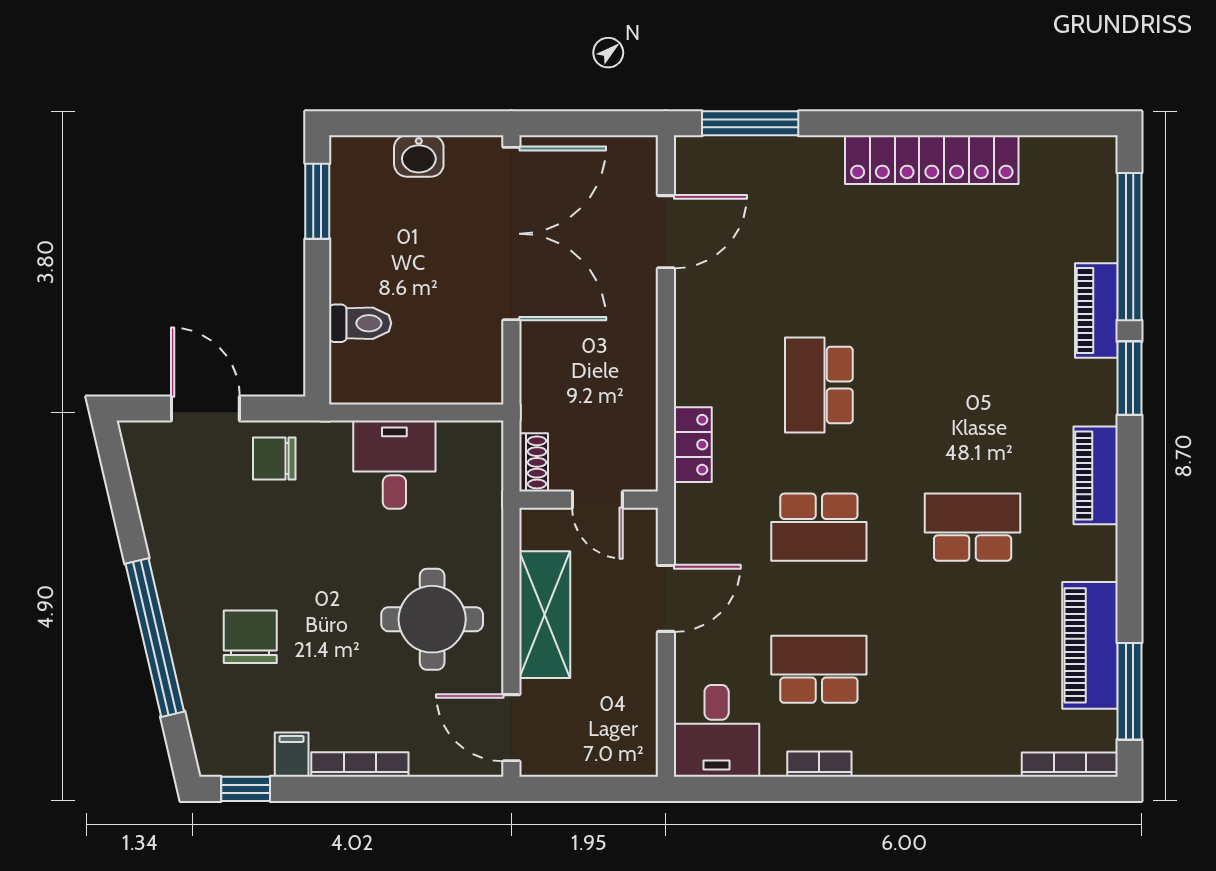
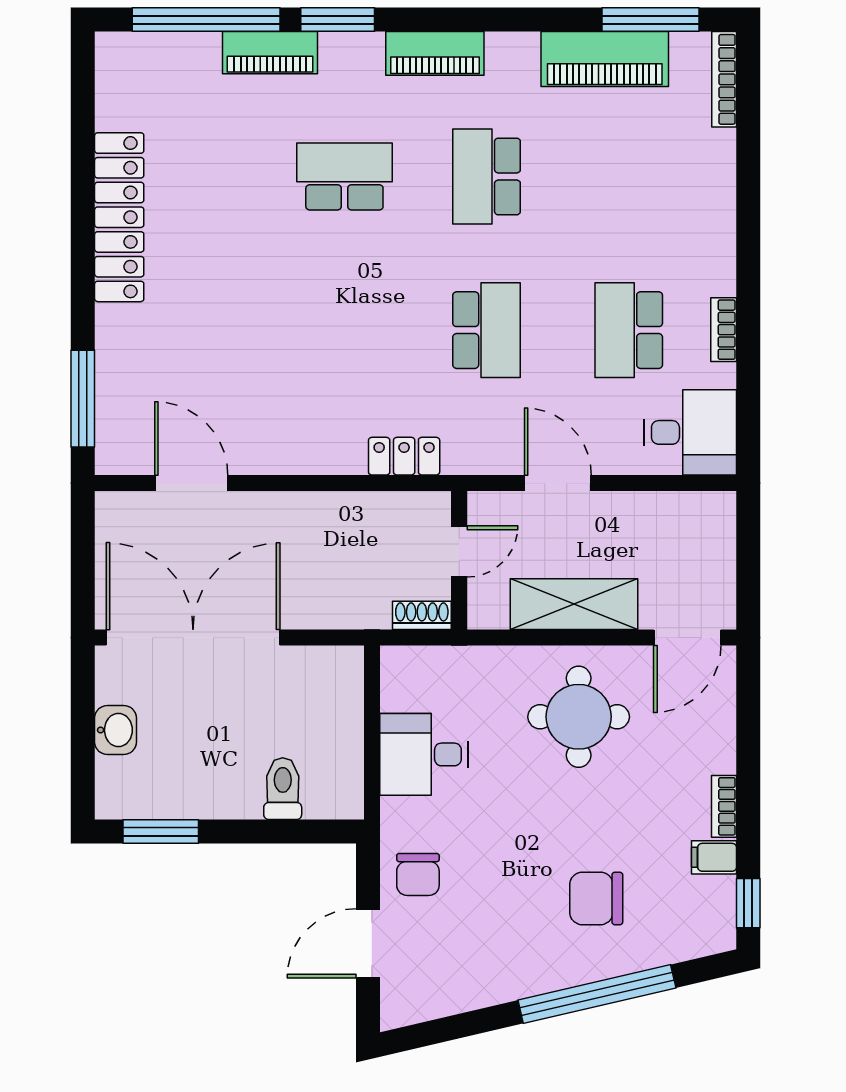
school desk: (819, 385) -> (344, 176), moved, turned 180
bookcase: (360, 765) -> (724, 806), width x0.64

